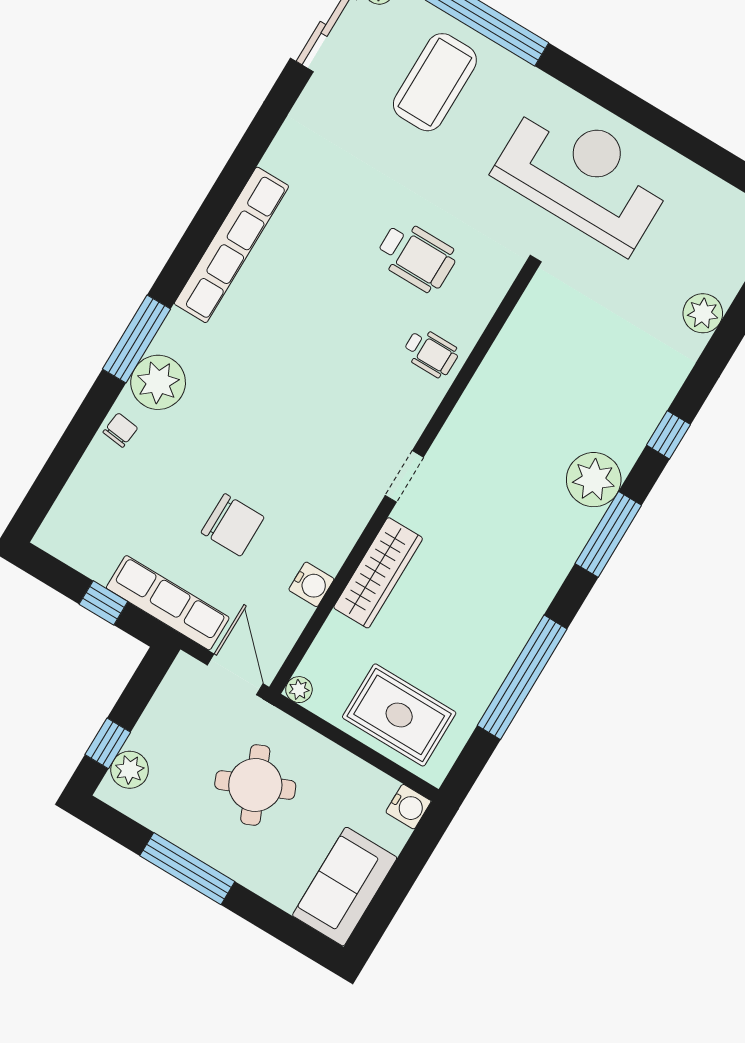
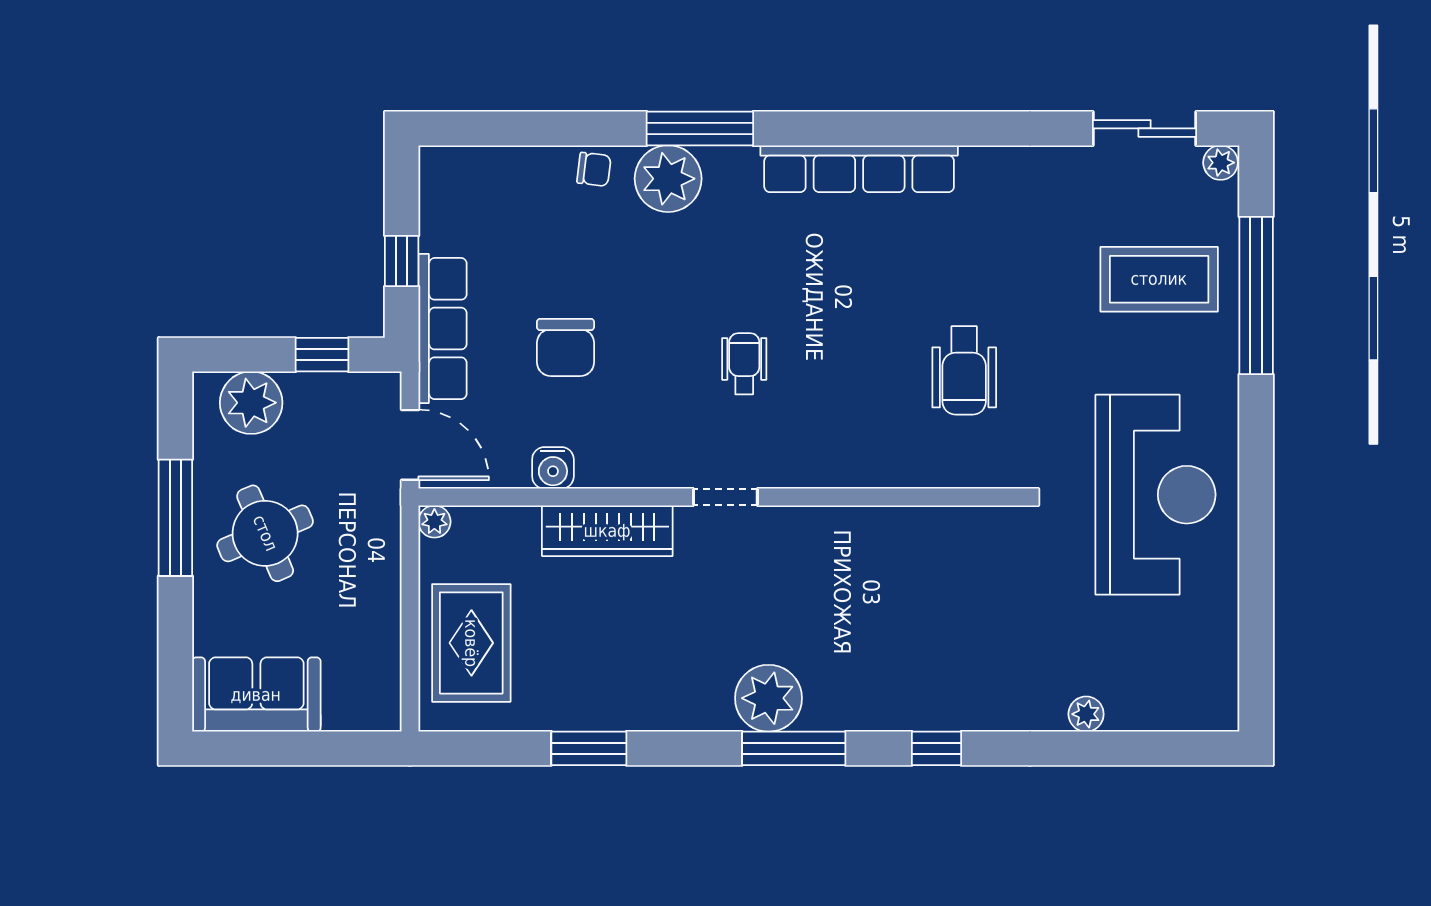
plant: (703, 313) -> (1086, 714), width x0.73, depth x0.73
wheelchair: (431, 353) -> (744, 364), moved, turned 180
plant: (594, 480) -> (768, 698), moved
door: (235, 674) -> (410, 445), hinge flipped
window: (522, 677) -> (589, 748), width x0.47
window: (108, 743) -> (322, 355), moved
plant: (130, 770) -> (251, 403), width x1.36, depth x1.36
round table: (255, 785) -> (265, 533), moved
water cooler: (408, 807) -> (381, 711), removed

